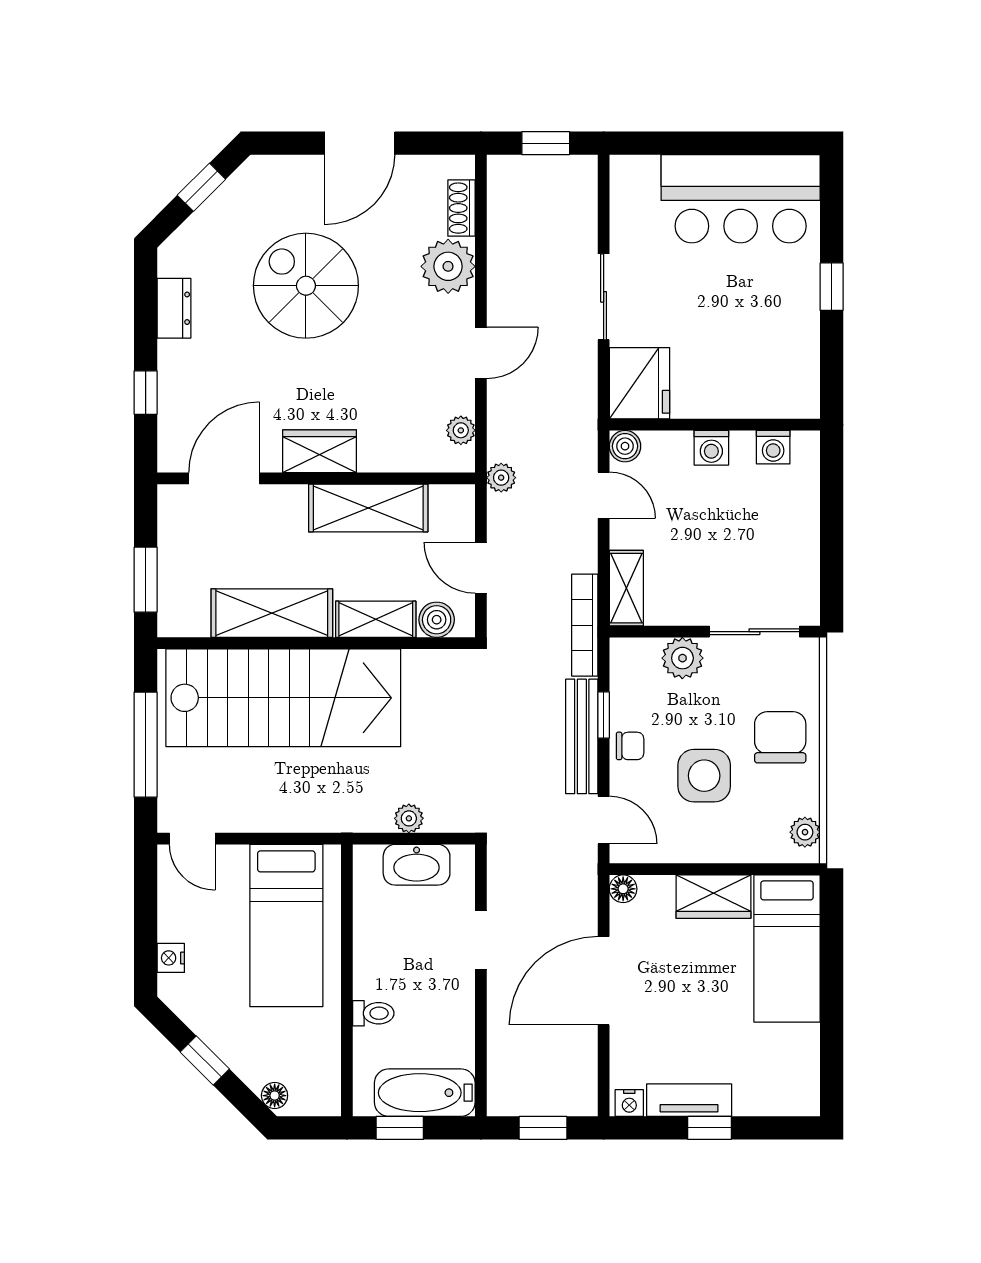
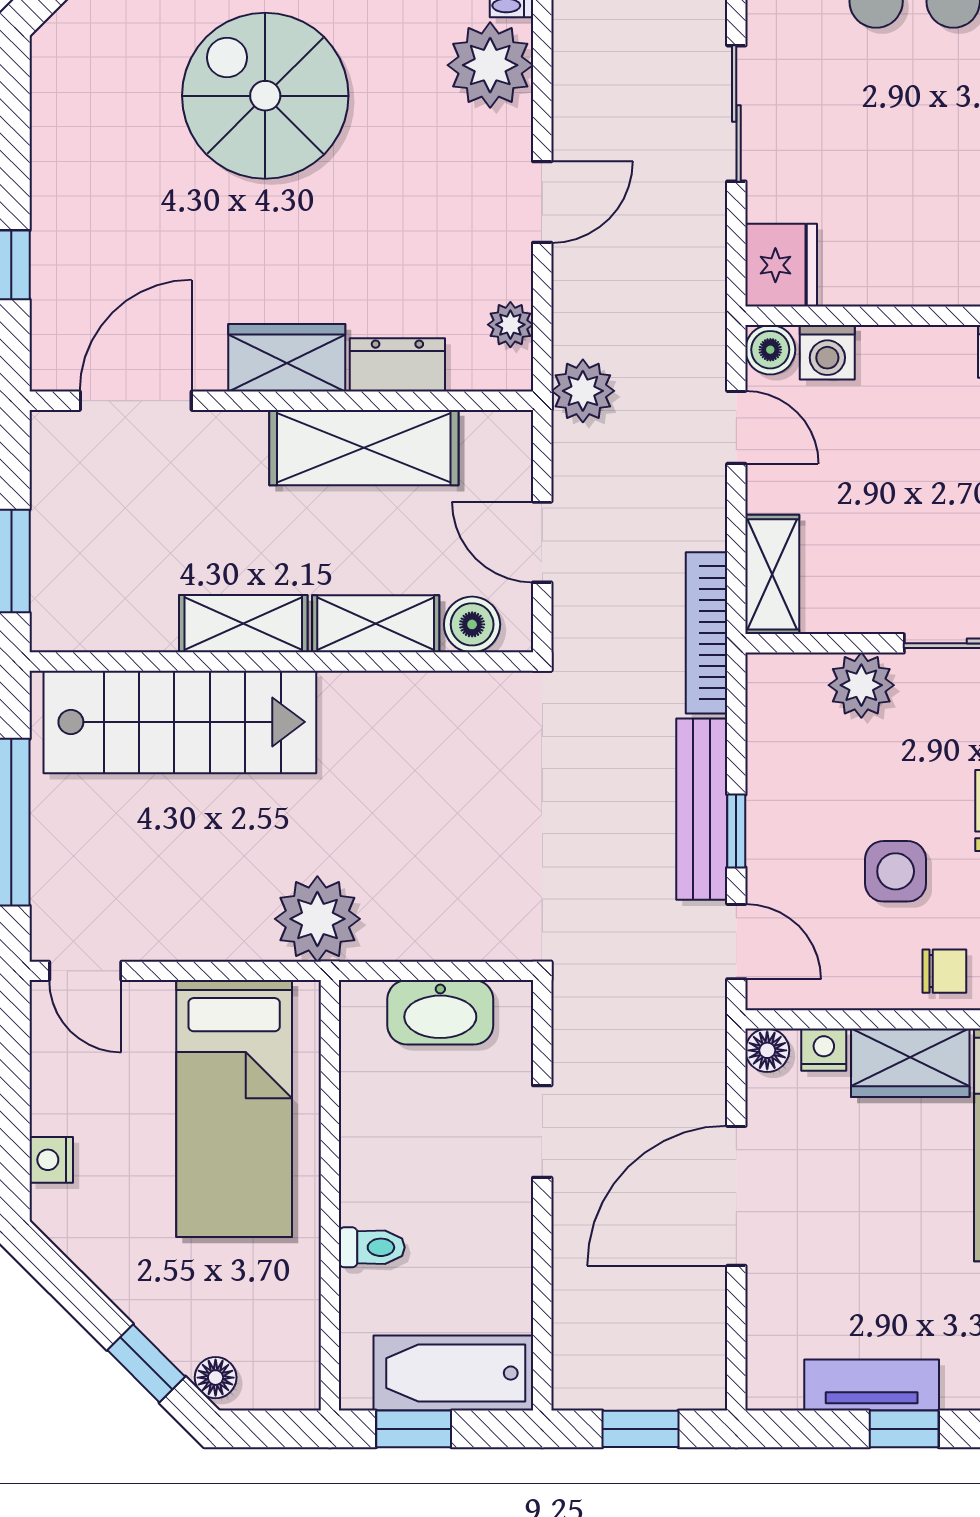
dresser: (174, 308) -> (397, 365), moved, turned -90
fridge: (640, 383) -> (781, 265), width x0.73, depth x0.75
washing machine: (711, 448) -> (827, 352), moved
plant: (501, 478) -> (583, 391), width x1.38, depth x1.38
shelving: (272, 613) -> (243, 624), width x0.67, depth x0.75
stairs: (283, 698) -> (180, 722), width x0.73, depth x0.66
window: (604, 715) -> (736, 831), moved
chair: (630, 746) -> (944, 971), moved
side table: (704, 776) -> (896, 871), width x0.73, depth x0.73
plant: (409, 818) -> (317, 919), moved, width x1.88, depth x1.88
window: (205, 1061) -> (146, 1363), moved
nightstand: (629, 1103) -> (824, 1050), moved, turned 180

